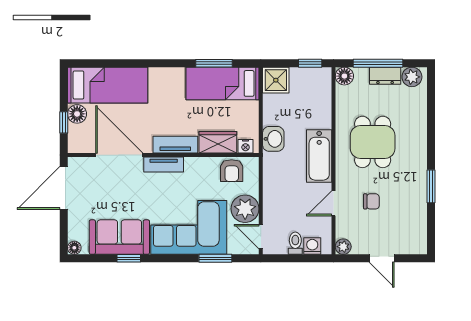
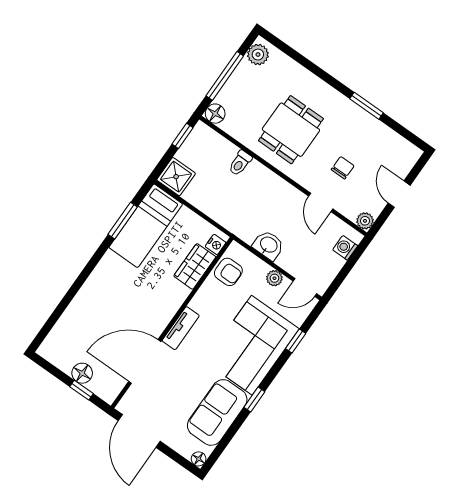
dresser: (385, 76) -> (240, 78), removed
bed: (108, 85) -> (76, 328), removed
washbasin: (273, 139) -> (268, 245), moved
dining table: (373, 142) -> (291, 130), turned 90
tv unit: (175, 145) -> (170, 306), removed
bathtub: (319, 156) -> (270, 186), removed
plant: (245, 209) -> (274, 278), width x0.53, depth x0.53
toilet: (295, 243) -> (240, 163), moved, turned -90
window: (129, 258) -> (254, 400), moved
window: (215, 258) -> (296, 341), width x0.67
door: (382, 258) -> (399, 194), swing flipped

